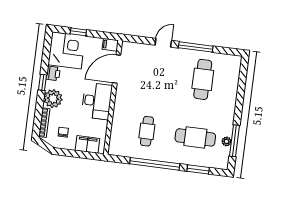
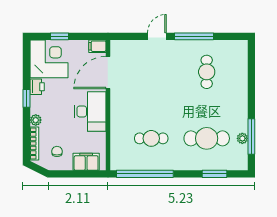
cafe table: (203, 79) -> (207, 72), width x0.73, depth x0.74
plant: (53, 99) -> (36, 120), width x0.53, depth x0.53
cafe table: (147, 131) -> (151, 138), turned 90
window: (155, 164) -> (145, 174), moved

